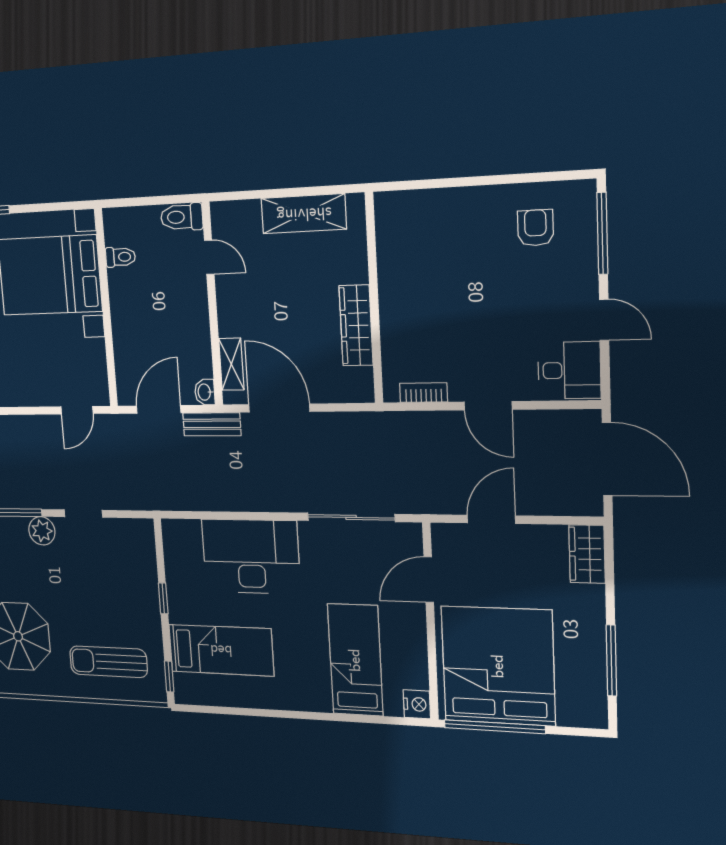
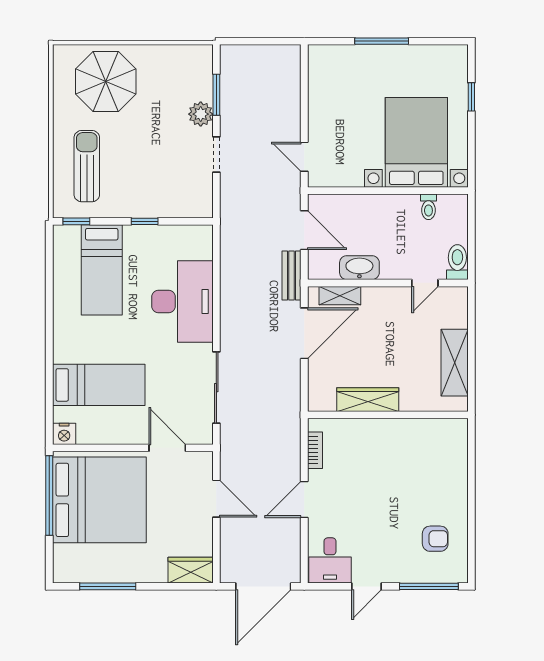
washbasin: (205, 392) -> (359, 268), moved, width x1.91, depth x1.45

